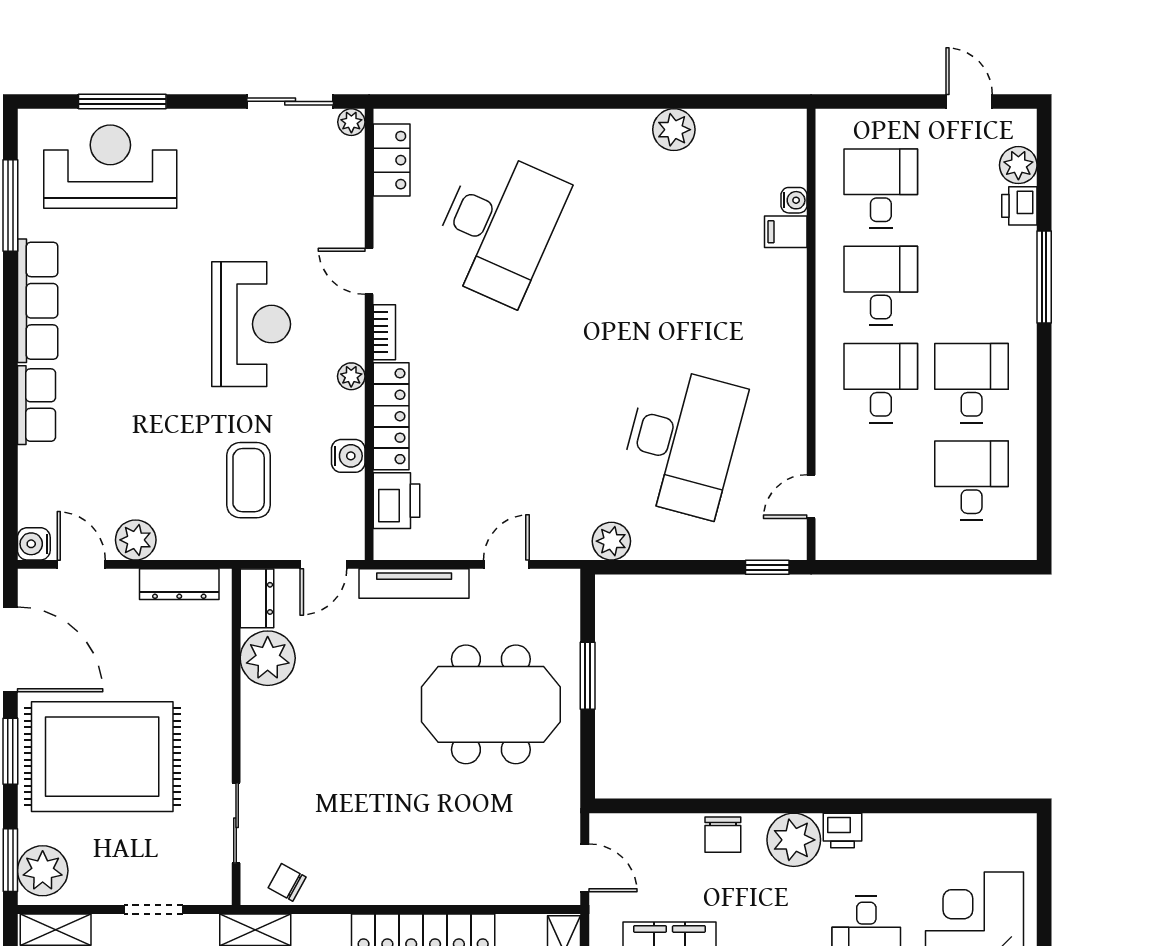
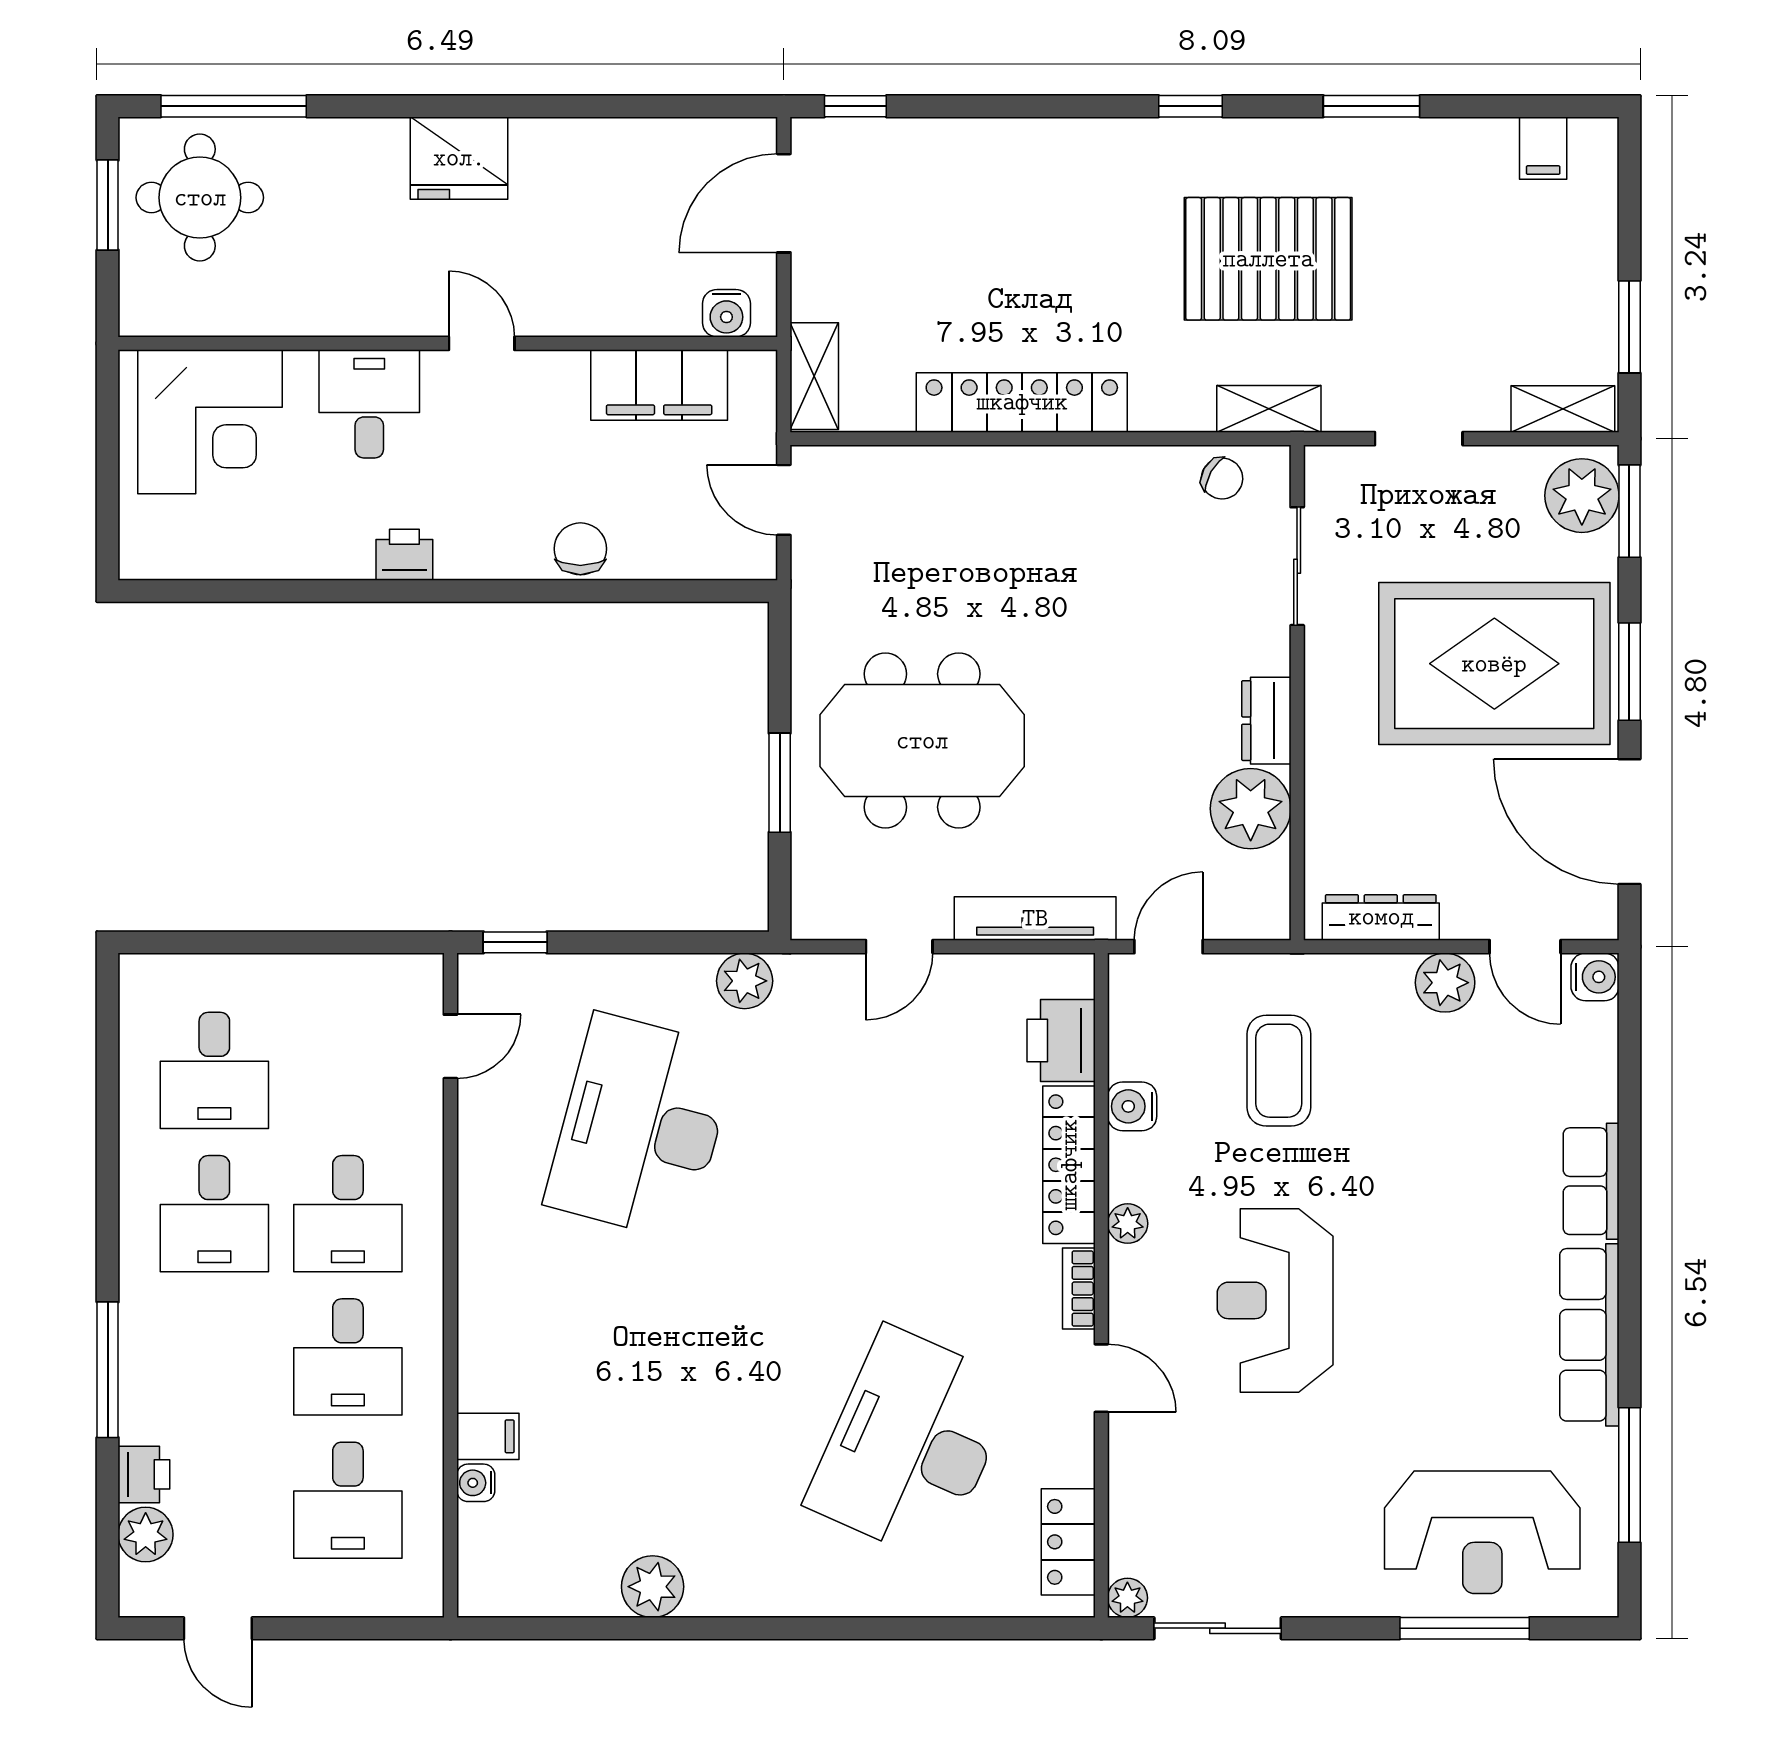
dresser: (257, 598) -> (1266, 721), moved
plant: (794, 840) -> (476, 541), removed

